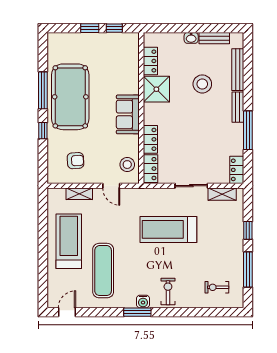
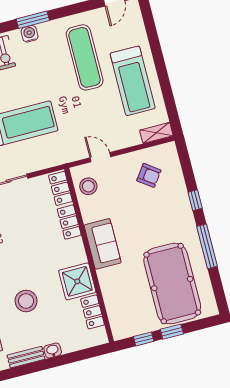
pool table: (70, 97) -> (172, 284), moved
armchair: (76, 161) -> (149, 175), turned -141
shelving: (79, 194) -> (156, 133), moved

